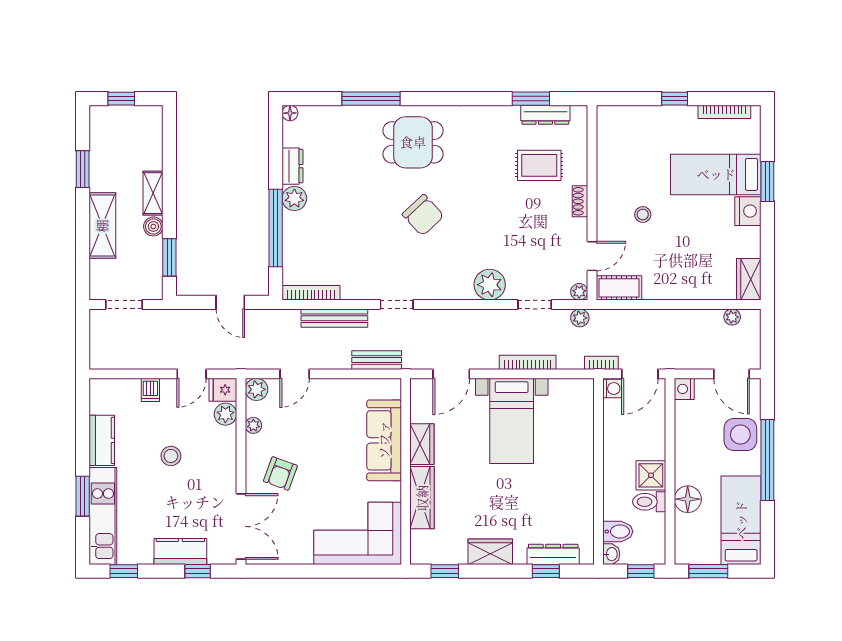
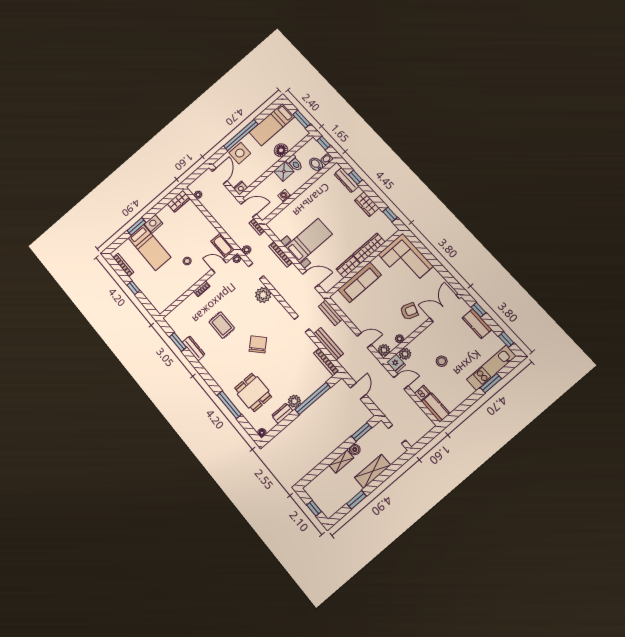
dresser: (545, 115) -> (194, 348), moved
dining table: (413, 142) -> (253, 392), moved
rug: (539, 165) -> (222, 325), moved
washing machine: (612, 389) -> (284, 196), moved
kitchen counter: (102, 440) -> (436, 408), moved, turned 90

